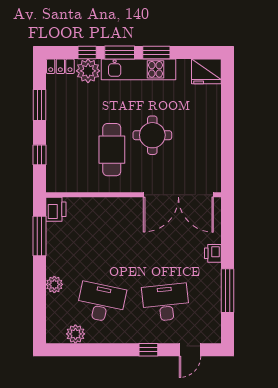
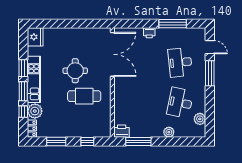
window: (148, 350) -> (210, 73), width x2.17

